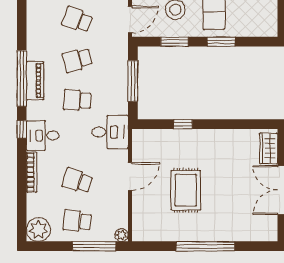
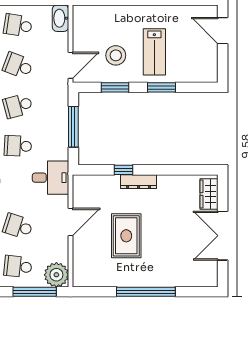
dresser: (198, 136) -> (139, 182), added
plant: (122, 235) -> (56, 275), width x1.88, depth x1.88

